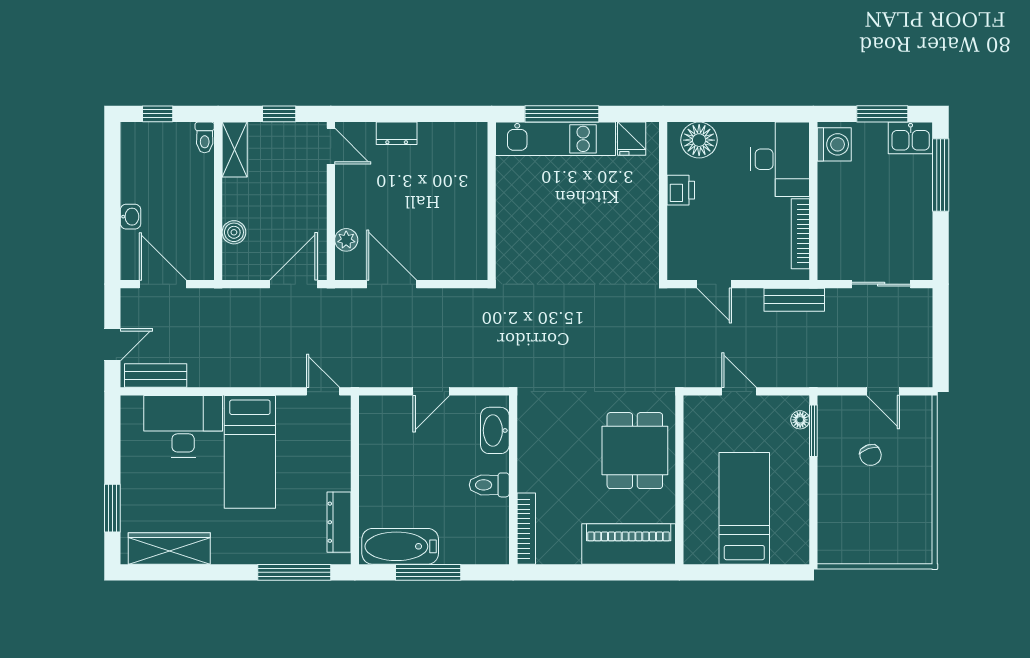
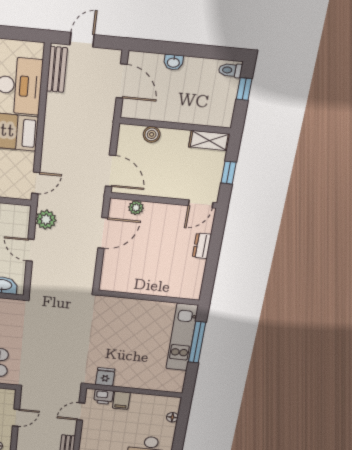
toilet: (205, 137) -> (230, 70), moved
fridge: (632, 139) -> (105, 377), moved, turned 90
floor lamp: (699, 140) -> (172, 417), width x0.53, depth x0.53
printer: (681, 190) -> (104, 397), moved
filing cabinet: (684, 220) -> (121, 400), added
door: (163, 284) -> (122, 81), hinge flipped
door: (112, 345) -> (82, 40), swing flipped
plant: (379, 372) -> (46, 220), added

